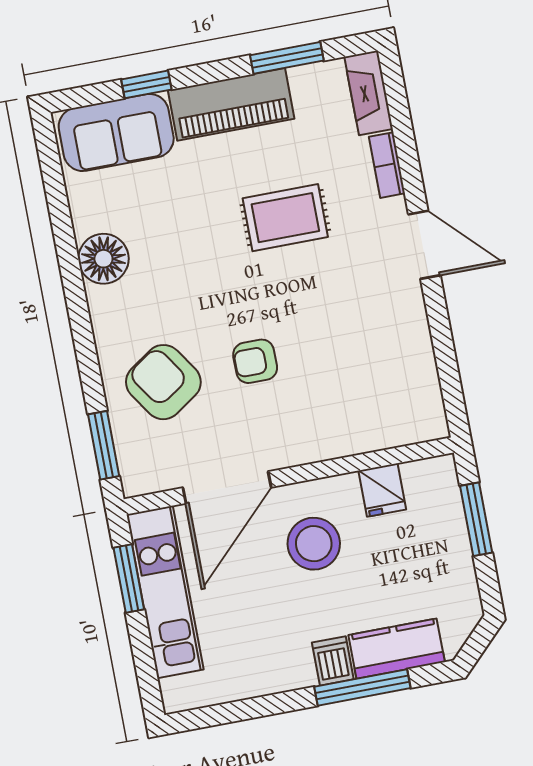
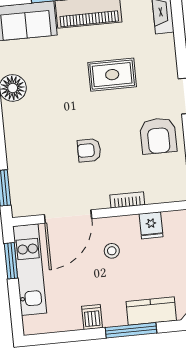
bookcase: (387, 165) -> (127, 200), moved, turned 90
armchair: (163, 382) -> (158, 136), moved, turned -146
stool: (314, 544) -> (112, 251), width x0.53, depth x0.53
dishwasher: (333, 661) -> (92, 317), moved

